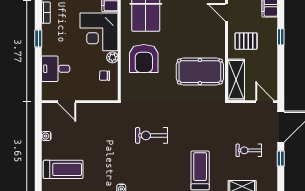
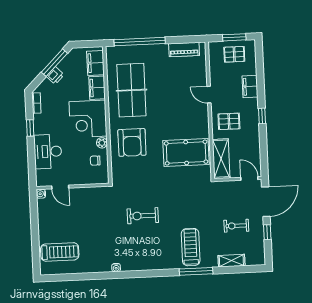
desk: (56, 69) -> (48, 152), width x1.37
water cooler: (46, 136) -> (41, 194), moved

